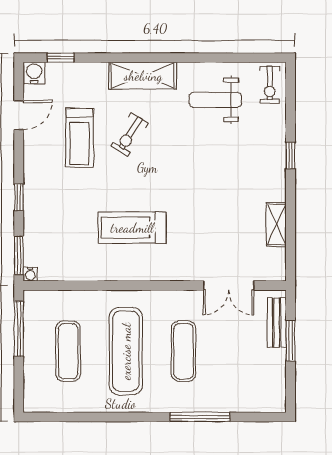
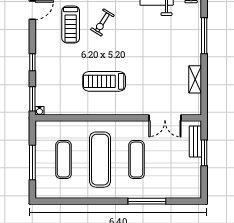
window: (291, 156) -> (204, 36), width x2.17
window: (19, 329) -> (32, 163), moved

